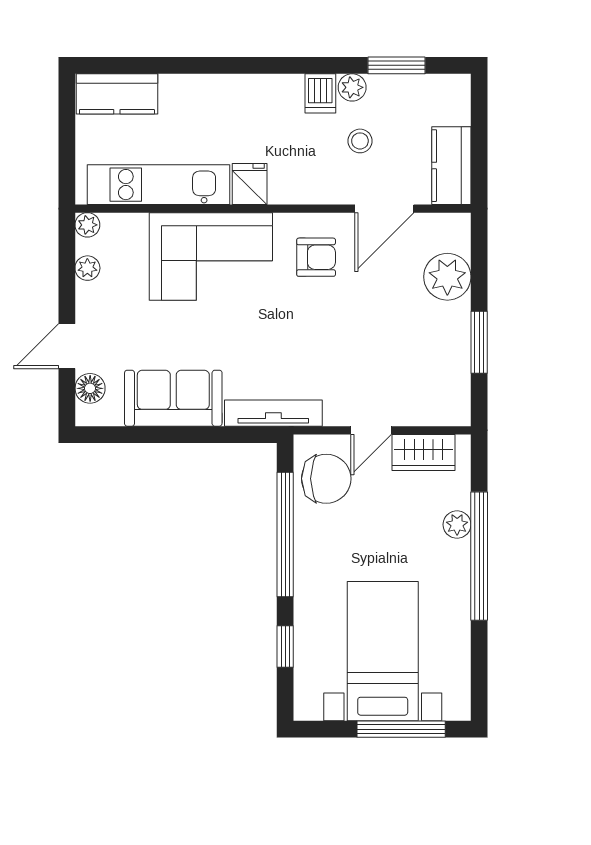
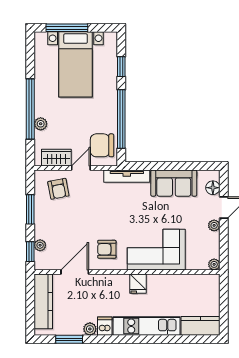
stool: (360, 141) -> (86, 304), removed
kitchen counter: (451, 166) -> (43, 301), width x1.50
kitchen unit: (159, 185) -> (147, 326), moved, turned 180
window: (479, 252) -> (30, 252), added
plant: (87, 268) -> (214, 225), moved
plant: (447, 277) -> (40, 245), width x0.53, depth x0.53
armchair: (419, 386) -> (58, 189), added

